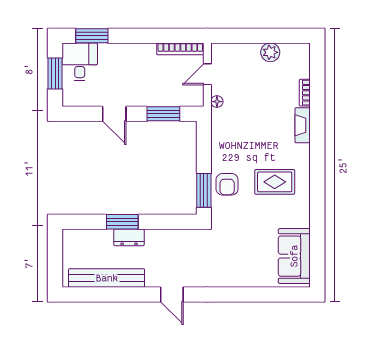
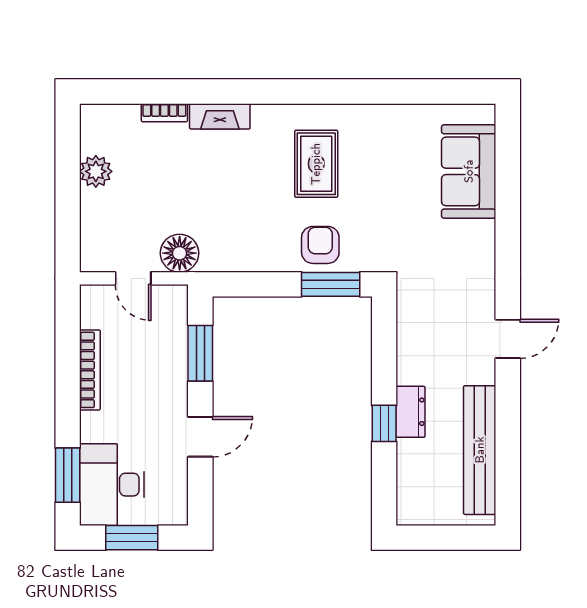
bookcase: (180, 49) -> (90, 370), moved
desk: (80, 62) -> (112, 485), width x1.37
floor lamp: (217, 102) -> (180, 253), width x1.89, depth x1.89
armchair: (227, 184) -> (320, 245), turned -90
window: (122, 222) -> (384, 423), width x0.67
sofa: (294, 256) -> (469, 171), moved, turned 90

